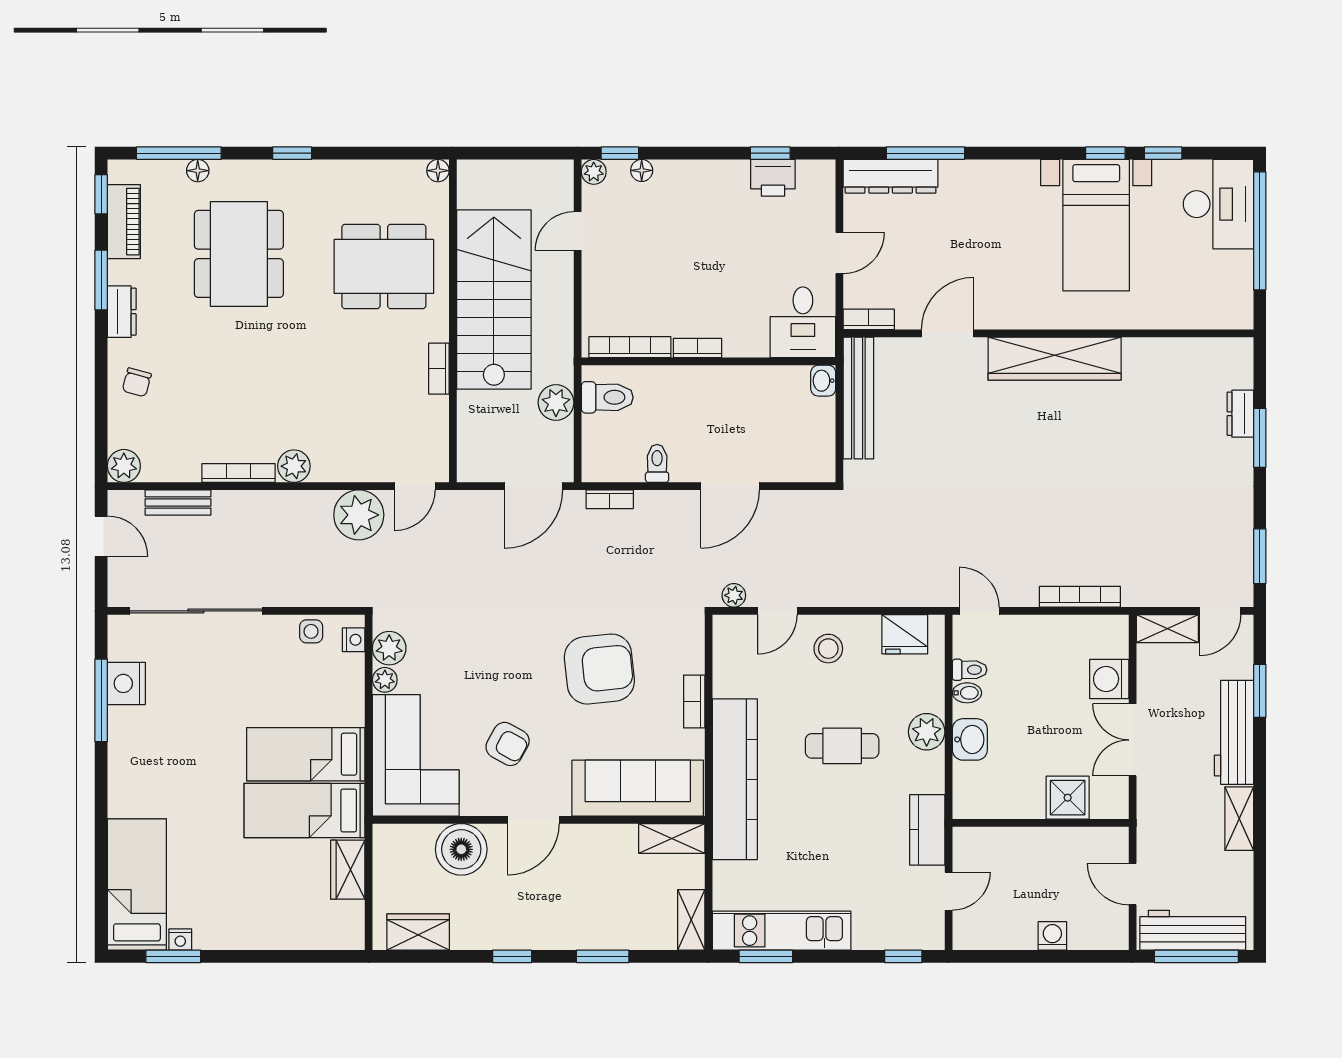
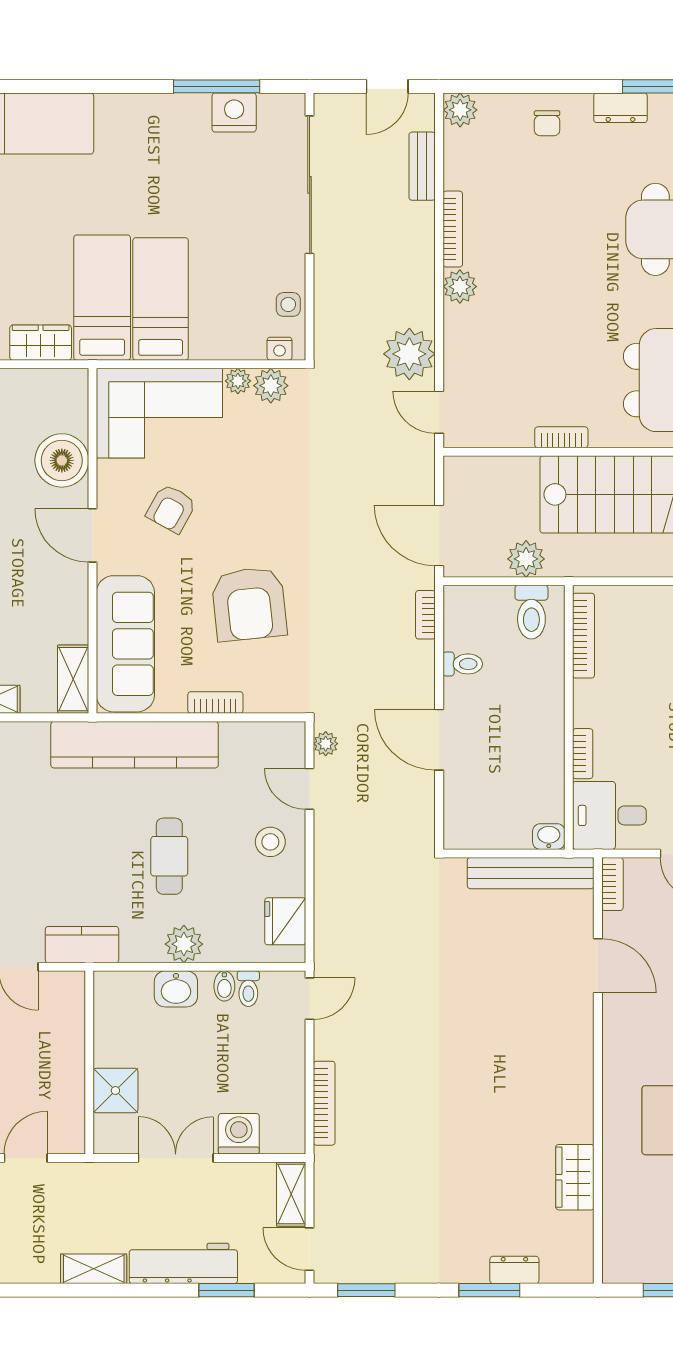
bookcase: (697, 348) -> (583, 754), moved
wardrobe: (1055, 359) -> (575, 1177), moved, width x0.48, depth x0.85
chair: (137, 382) -> (547, 123), turned -105

